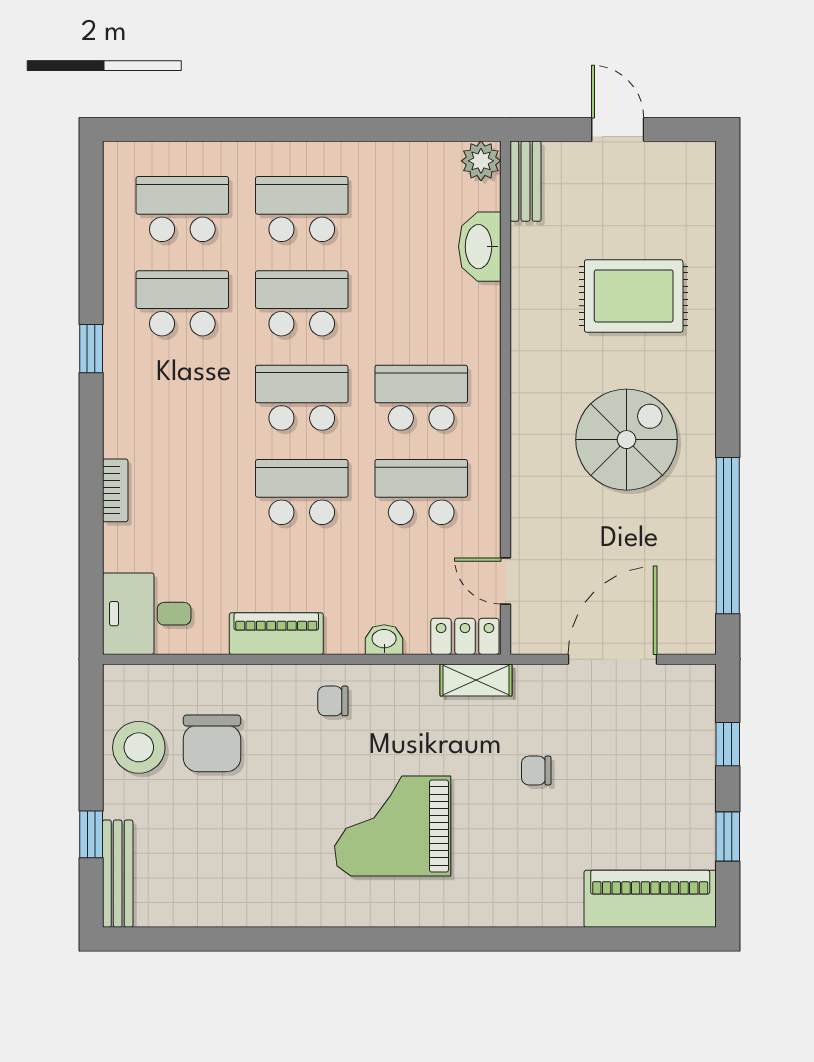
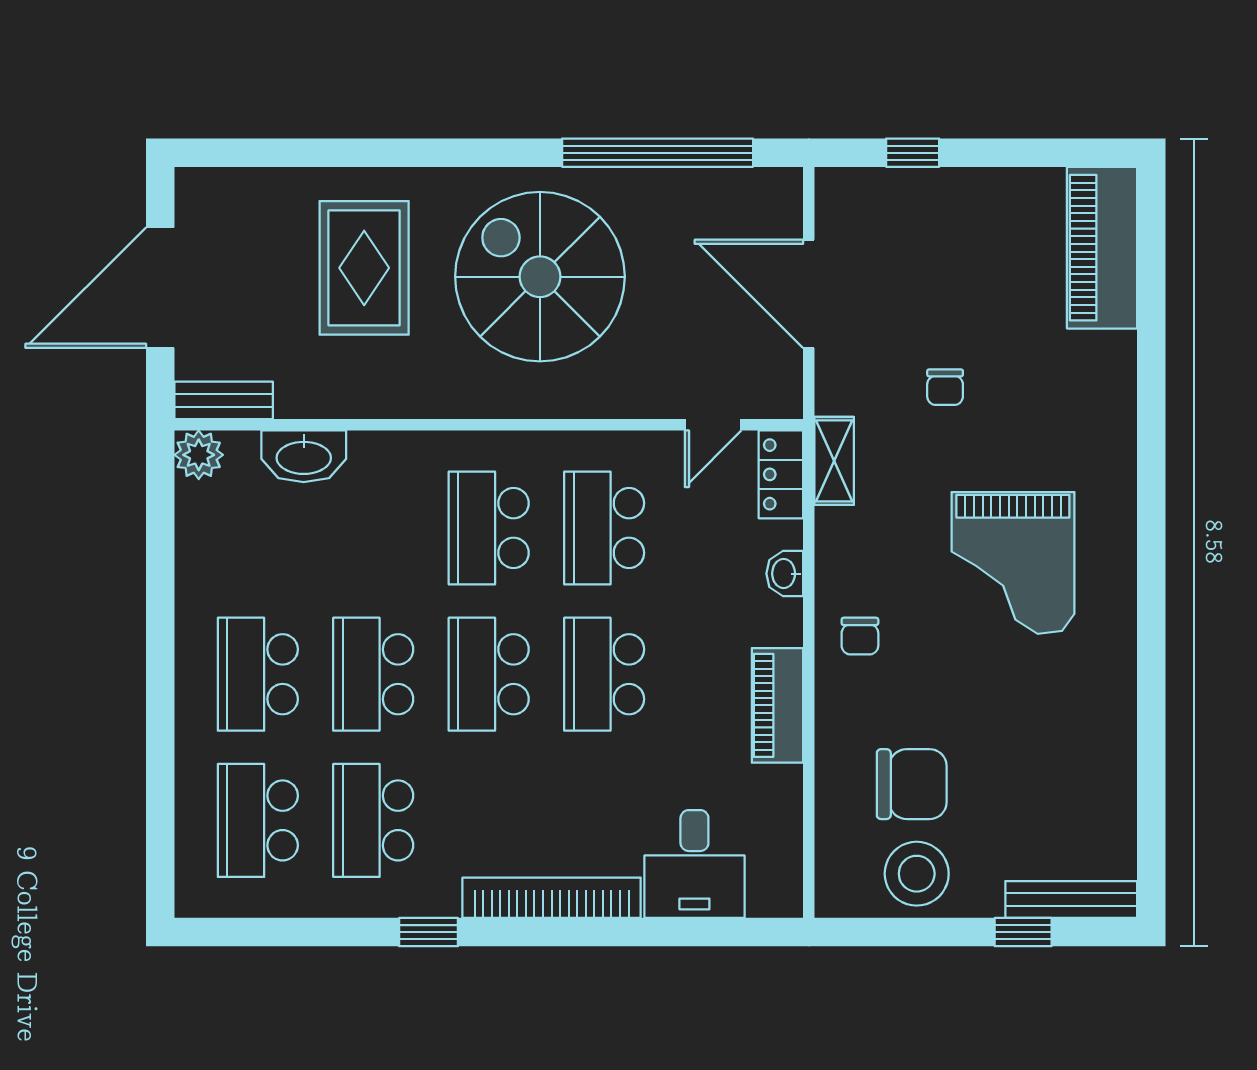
door: (618, 129) -> (160, 288), width x1.88
spiral stairs: (627, 440) -> (540, 277), width x1.37, depth x1.37
bookcase: (115, 490) -> (552, 898), width x2.31, depth x1.31
desk: (147, 614) -> (694, 864), moved
window: (728, 837) -> (1026, 153), removed

